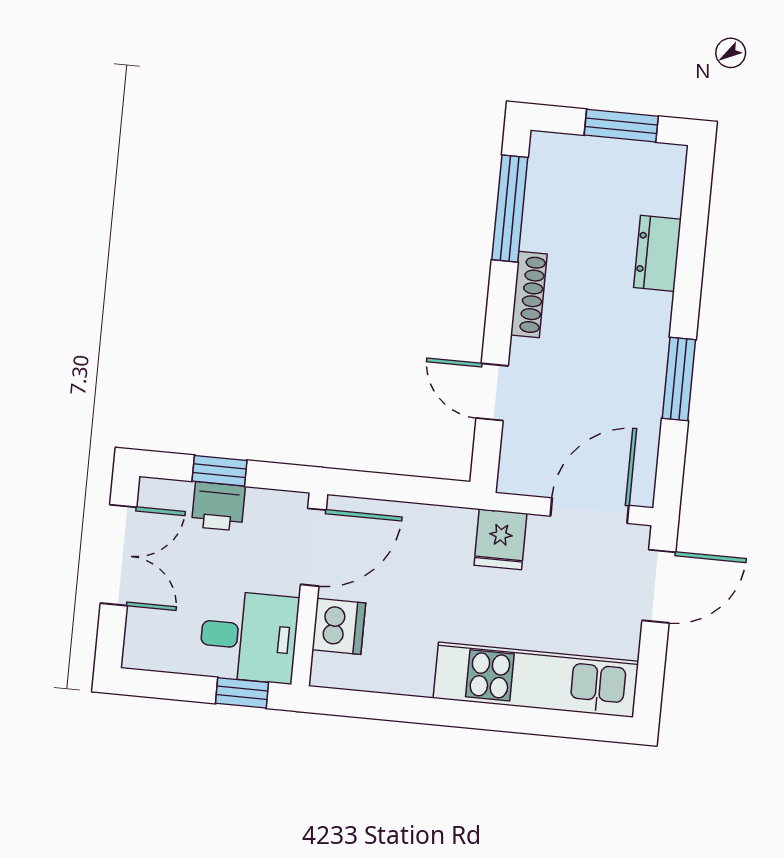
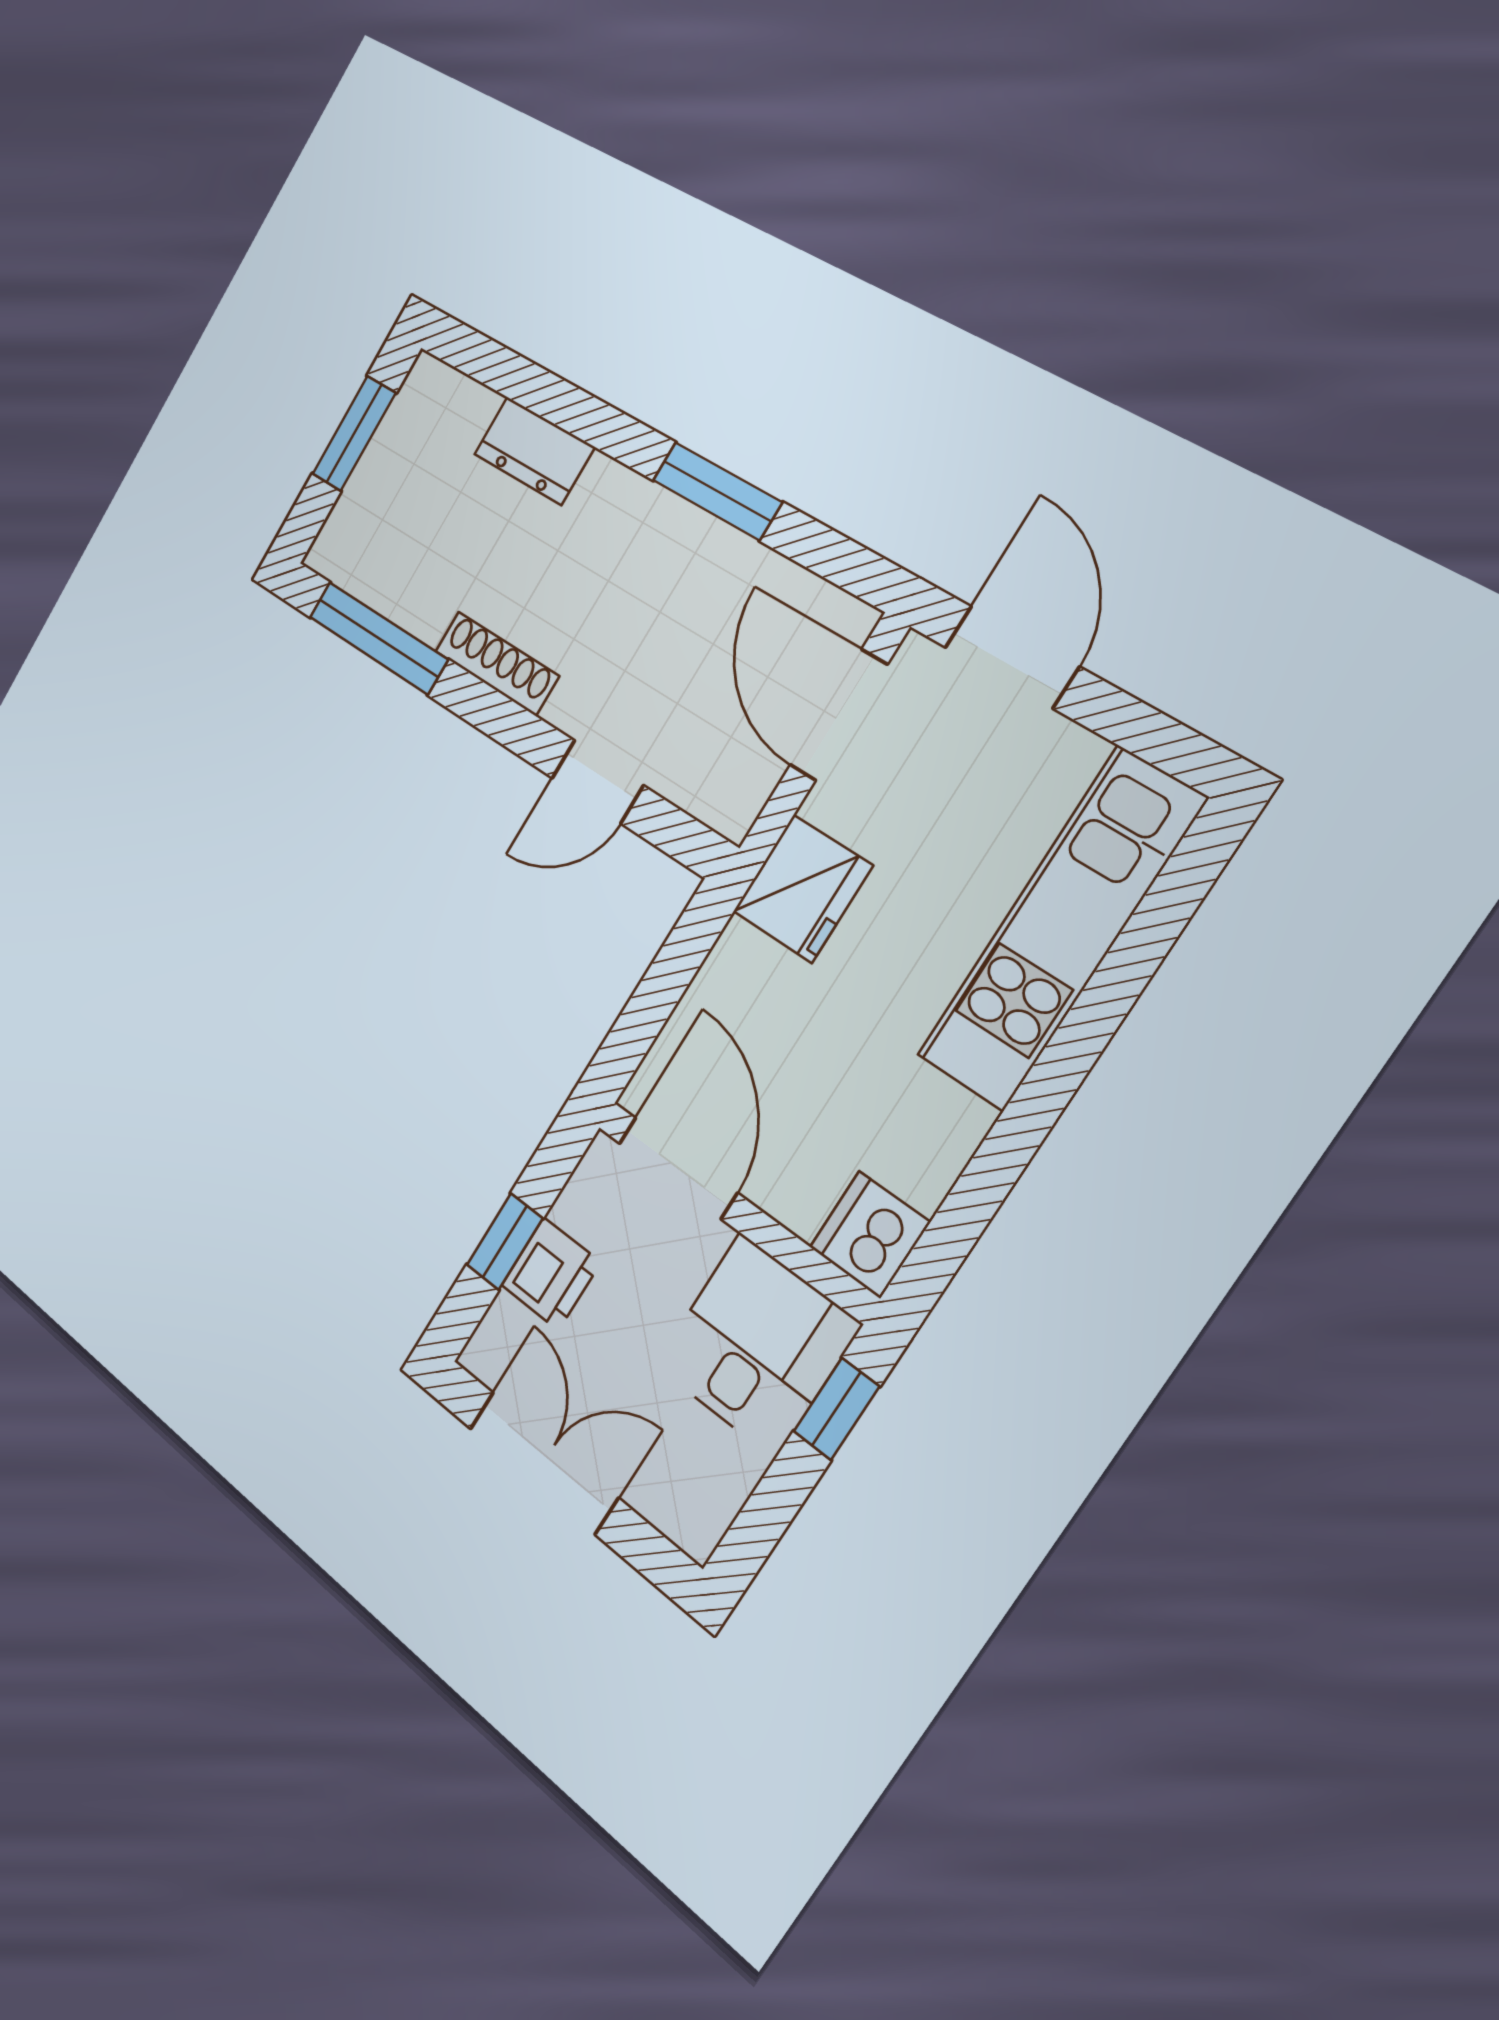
fridge: (500, 539) -> (803, 889), width x1.38
dishwasher: (339, 626) -> (870, 1235), moved, turned -90

